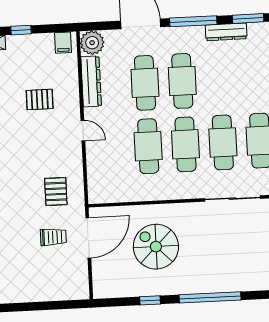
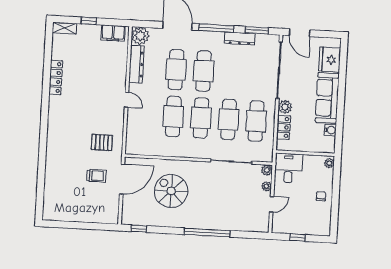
filing cabinet: (63, 43) -> (113, 33), width x2.00
pallet: (40, 99) -> (97, 73), removed
pallet: (56, 191) -> (102, 142), turned 90
window: (150, 300) -> (139, 229), moved

